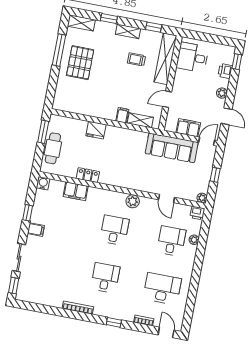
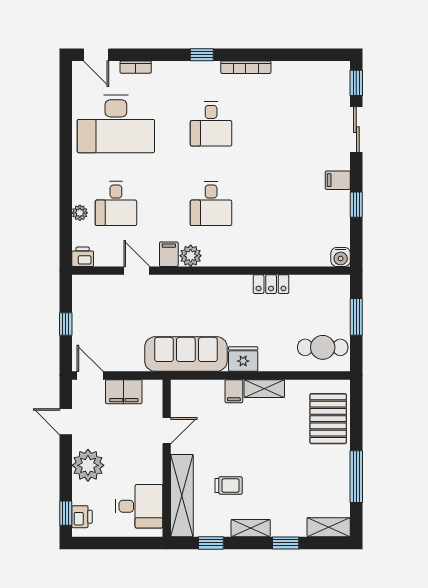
pallet: (80, 63) -> (328, 419), moved
printer: (225, 71) -> (82, 517), moved
plant: (222, 93) -> (88, 465), width x1.88, depth x1.88
shelving: (140, 120) -> (264, 389), moved
fridge: (96, 130) -> (243, 359), moved
window: (43, 132) -> (356, 317), moved
door: (207, 141) -> (90, 376), swing flipped
cafe table: (53, 148) -> (323, 347), moved, turned 90
sofa: (172, 148) -> (186, 354), moved
filing cabinet: (76, 191) -> (169, 254), moved, width x0.50
plant: (202, 198) -> (80, 283), removed
desk: (162, 289) -> (116, 124), width x1.36, depth x1.30
window: (114, 322) -> (202, 55), moved

